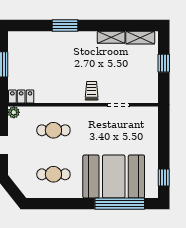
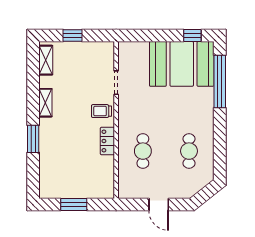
shelving: (111, 37) -> (45, 103), moved
locker: (21, 96) -> (107, 141), moved
plant: (14, 112) -> (124, 193), removed
booth: (114, 177) -> (182, 64), moved, turned 90

